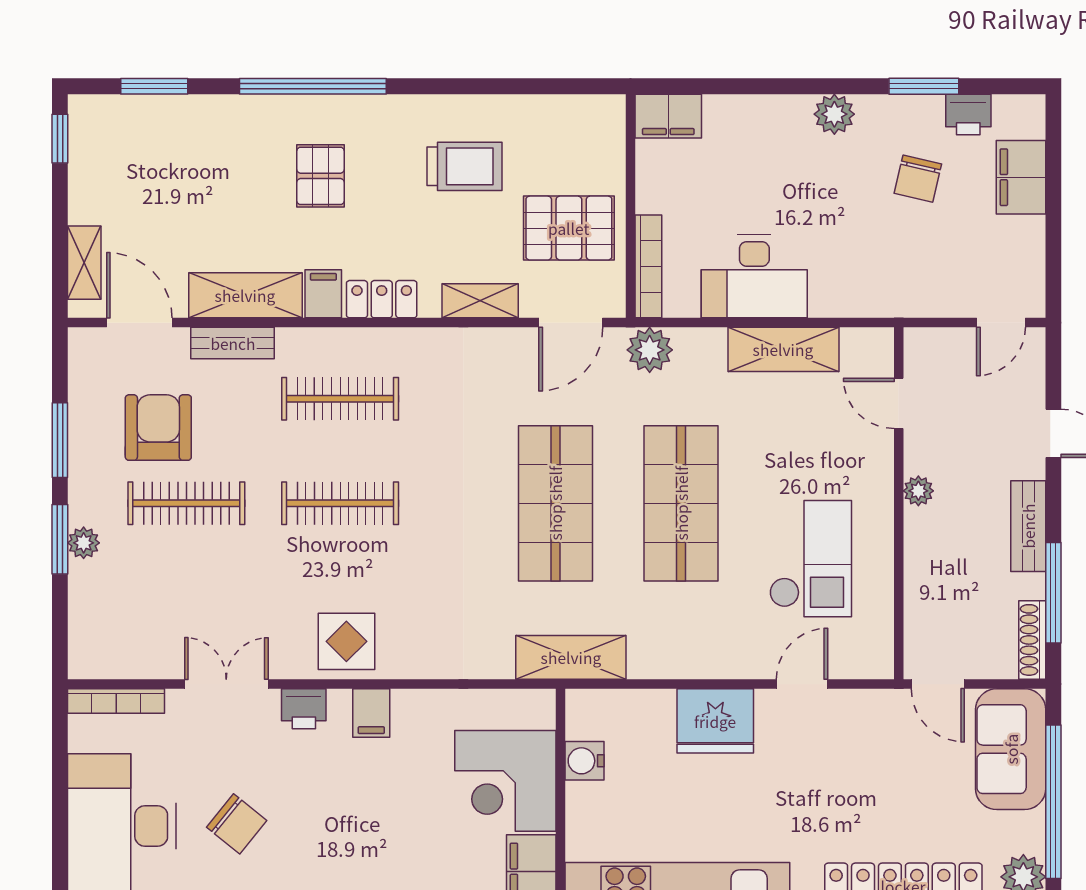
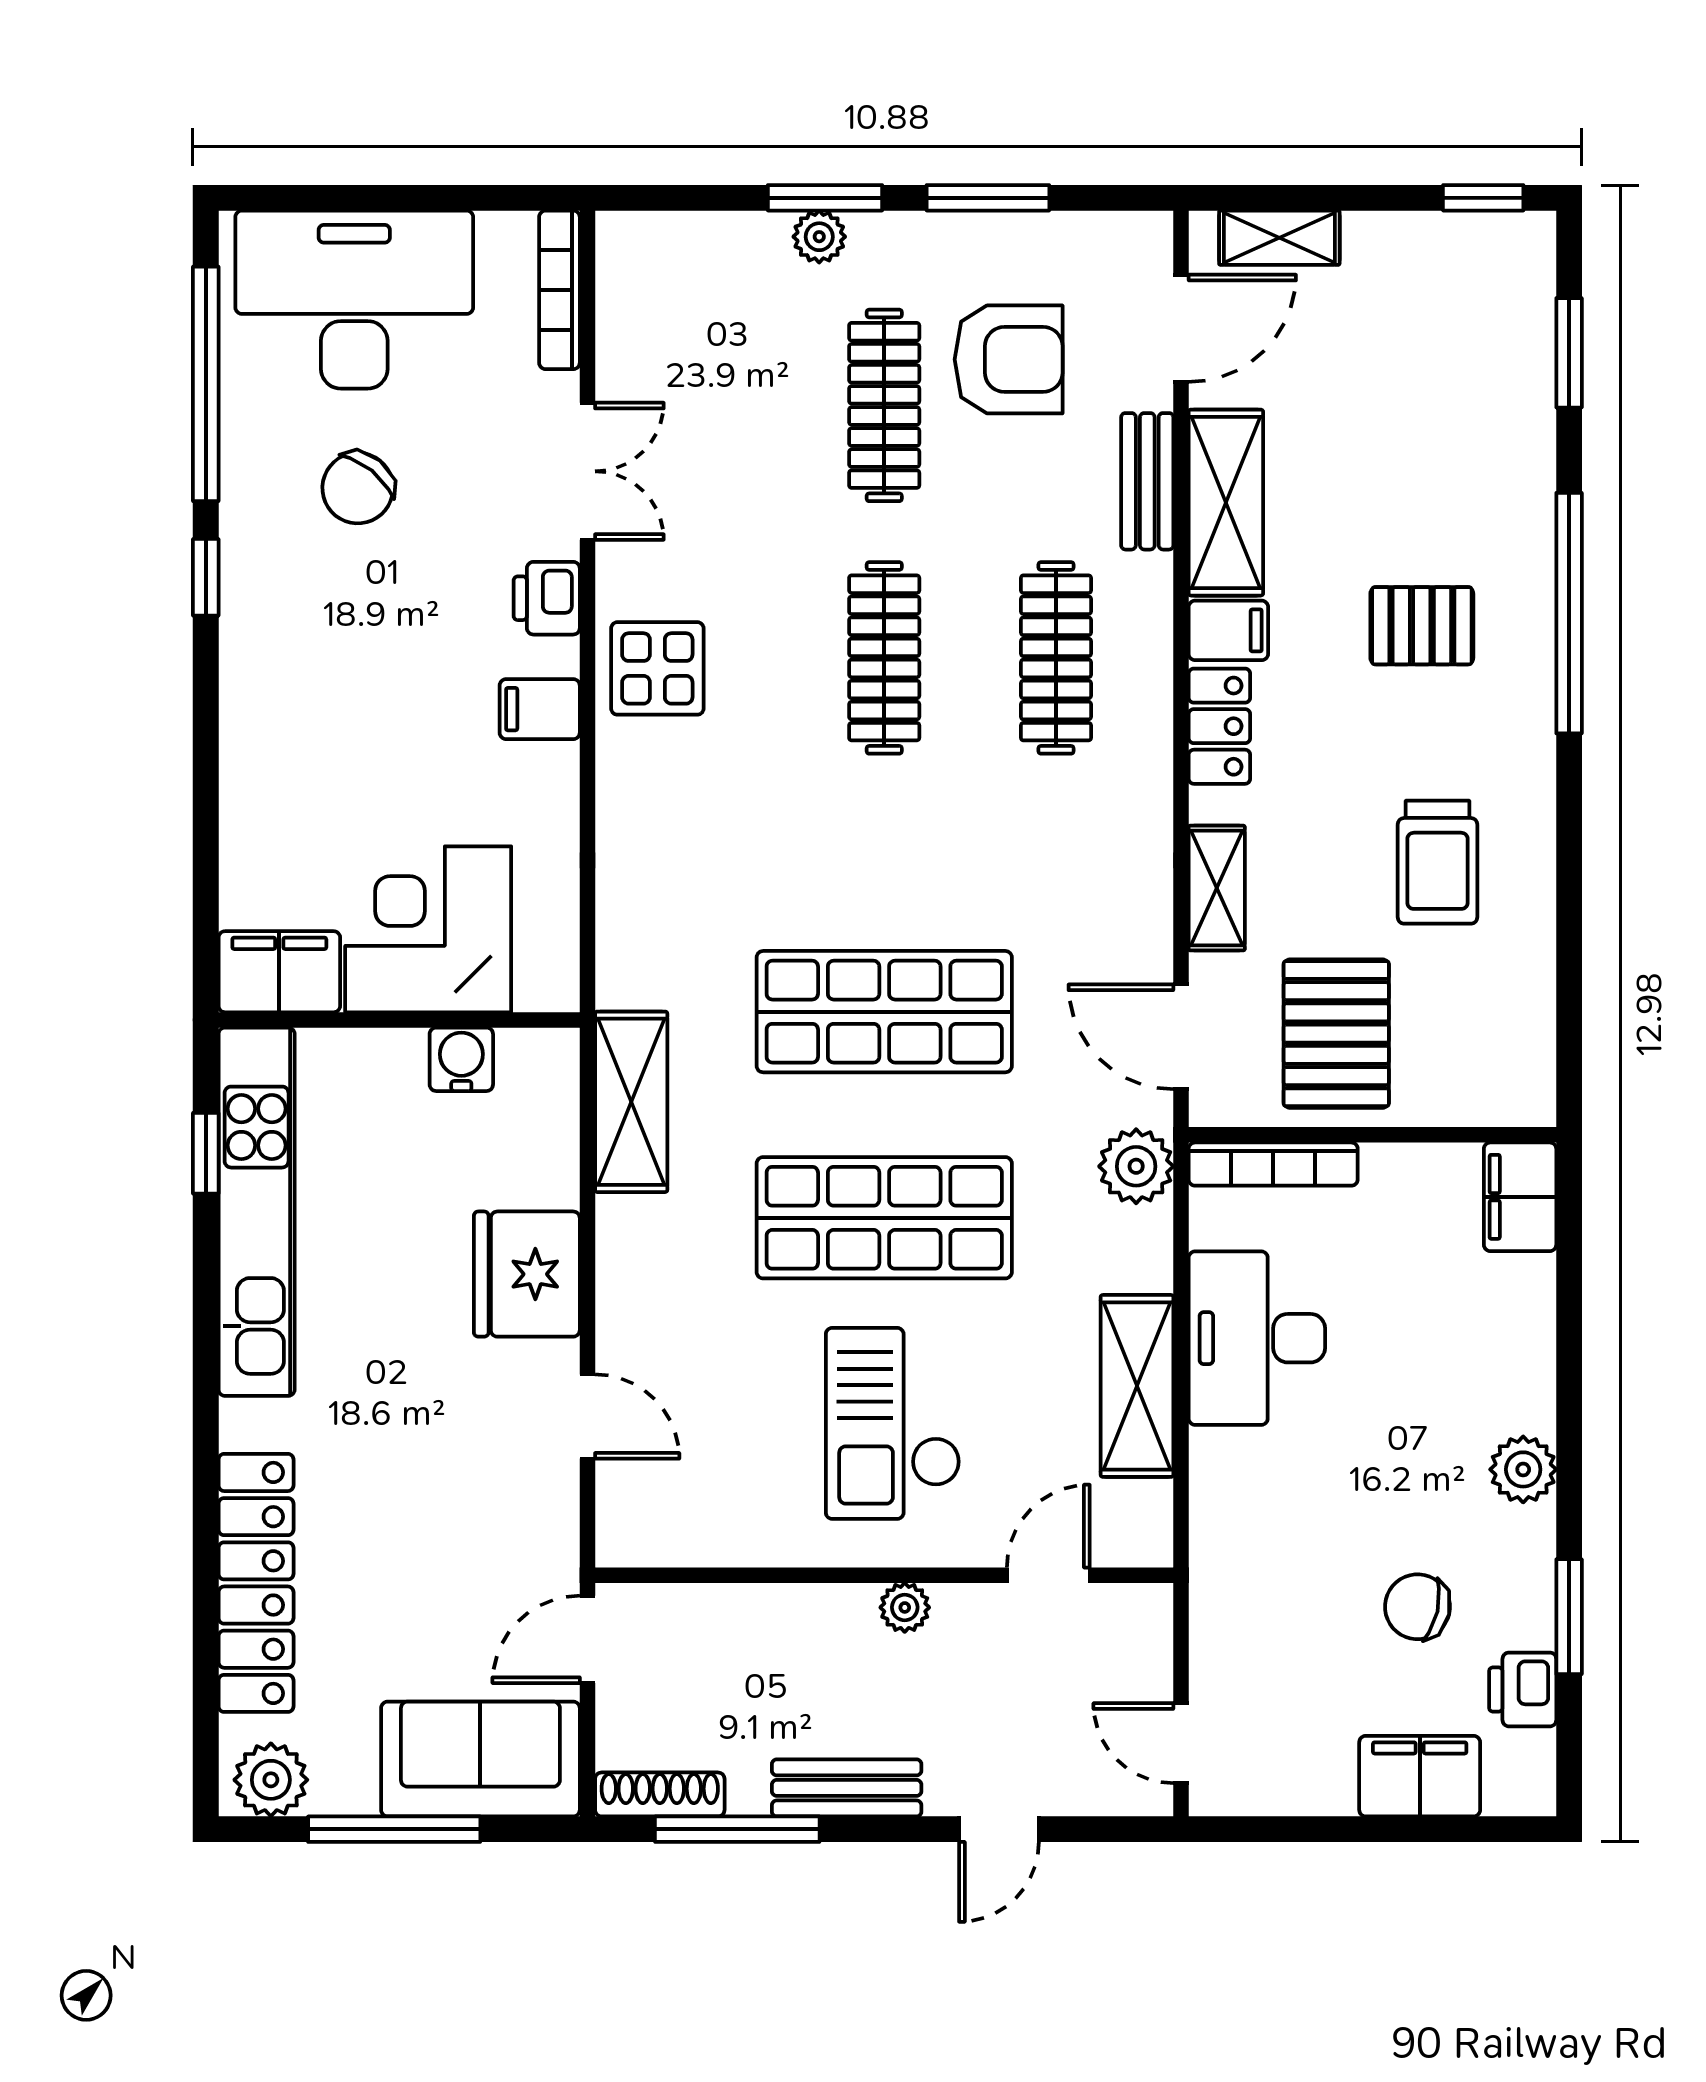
checkout: (811, 559) -> (893, 1423), moved, turned 90
shelving: (571, 657) -> (631, 1102), moved
window: (1053, 802) -> (394, 1829), width x0.68

